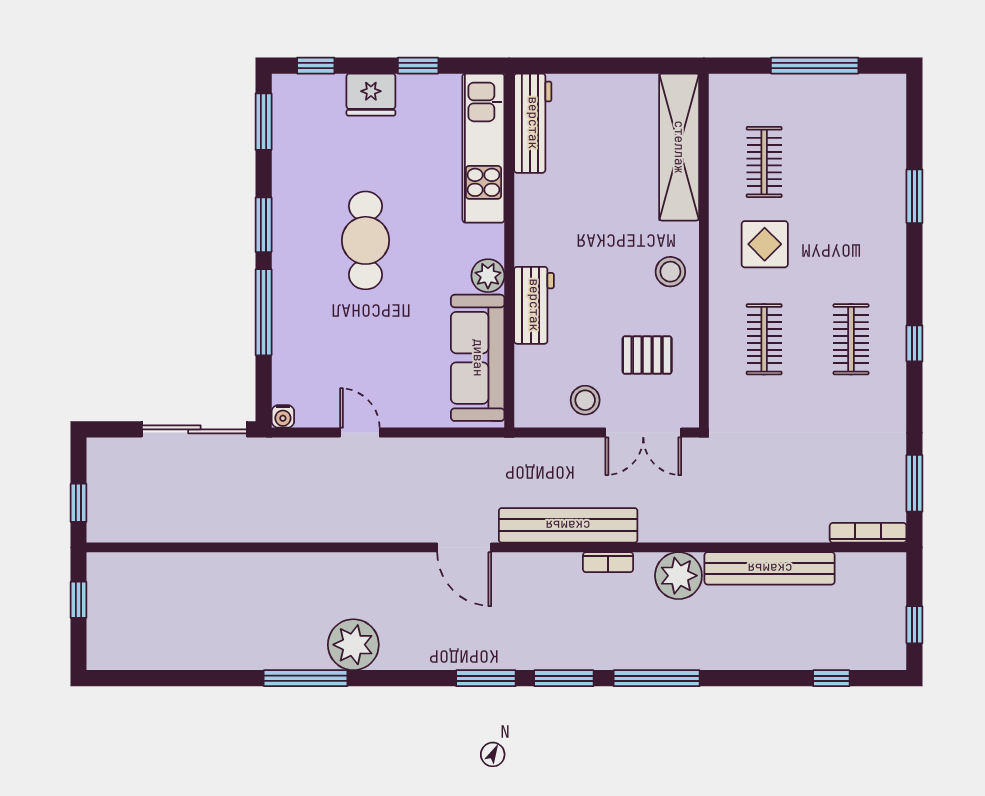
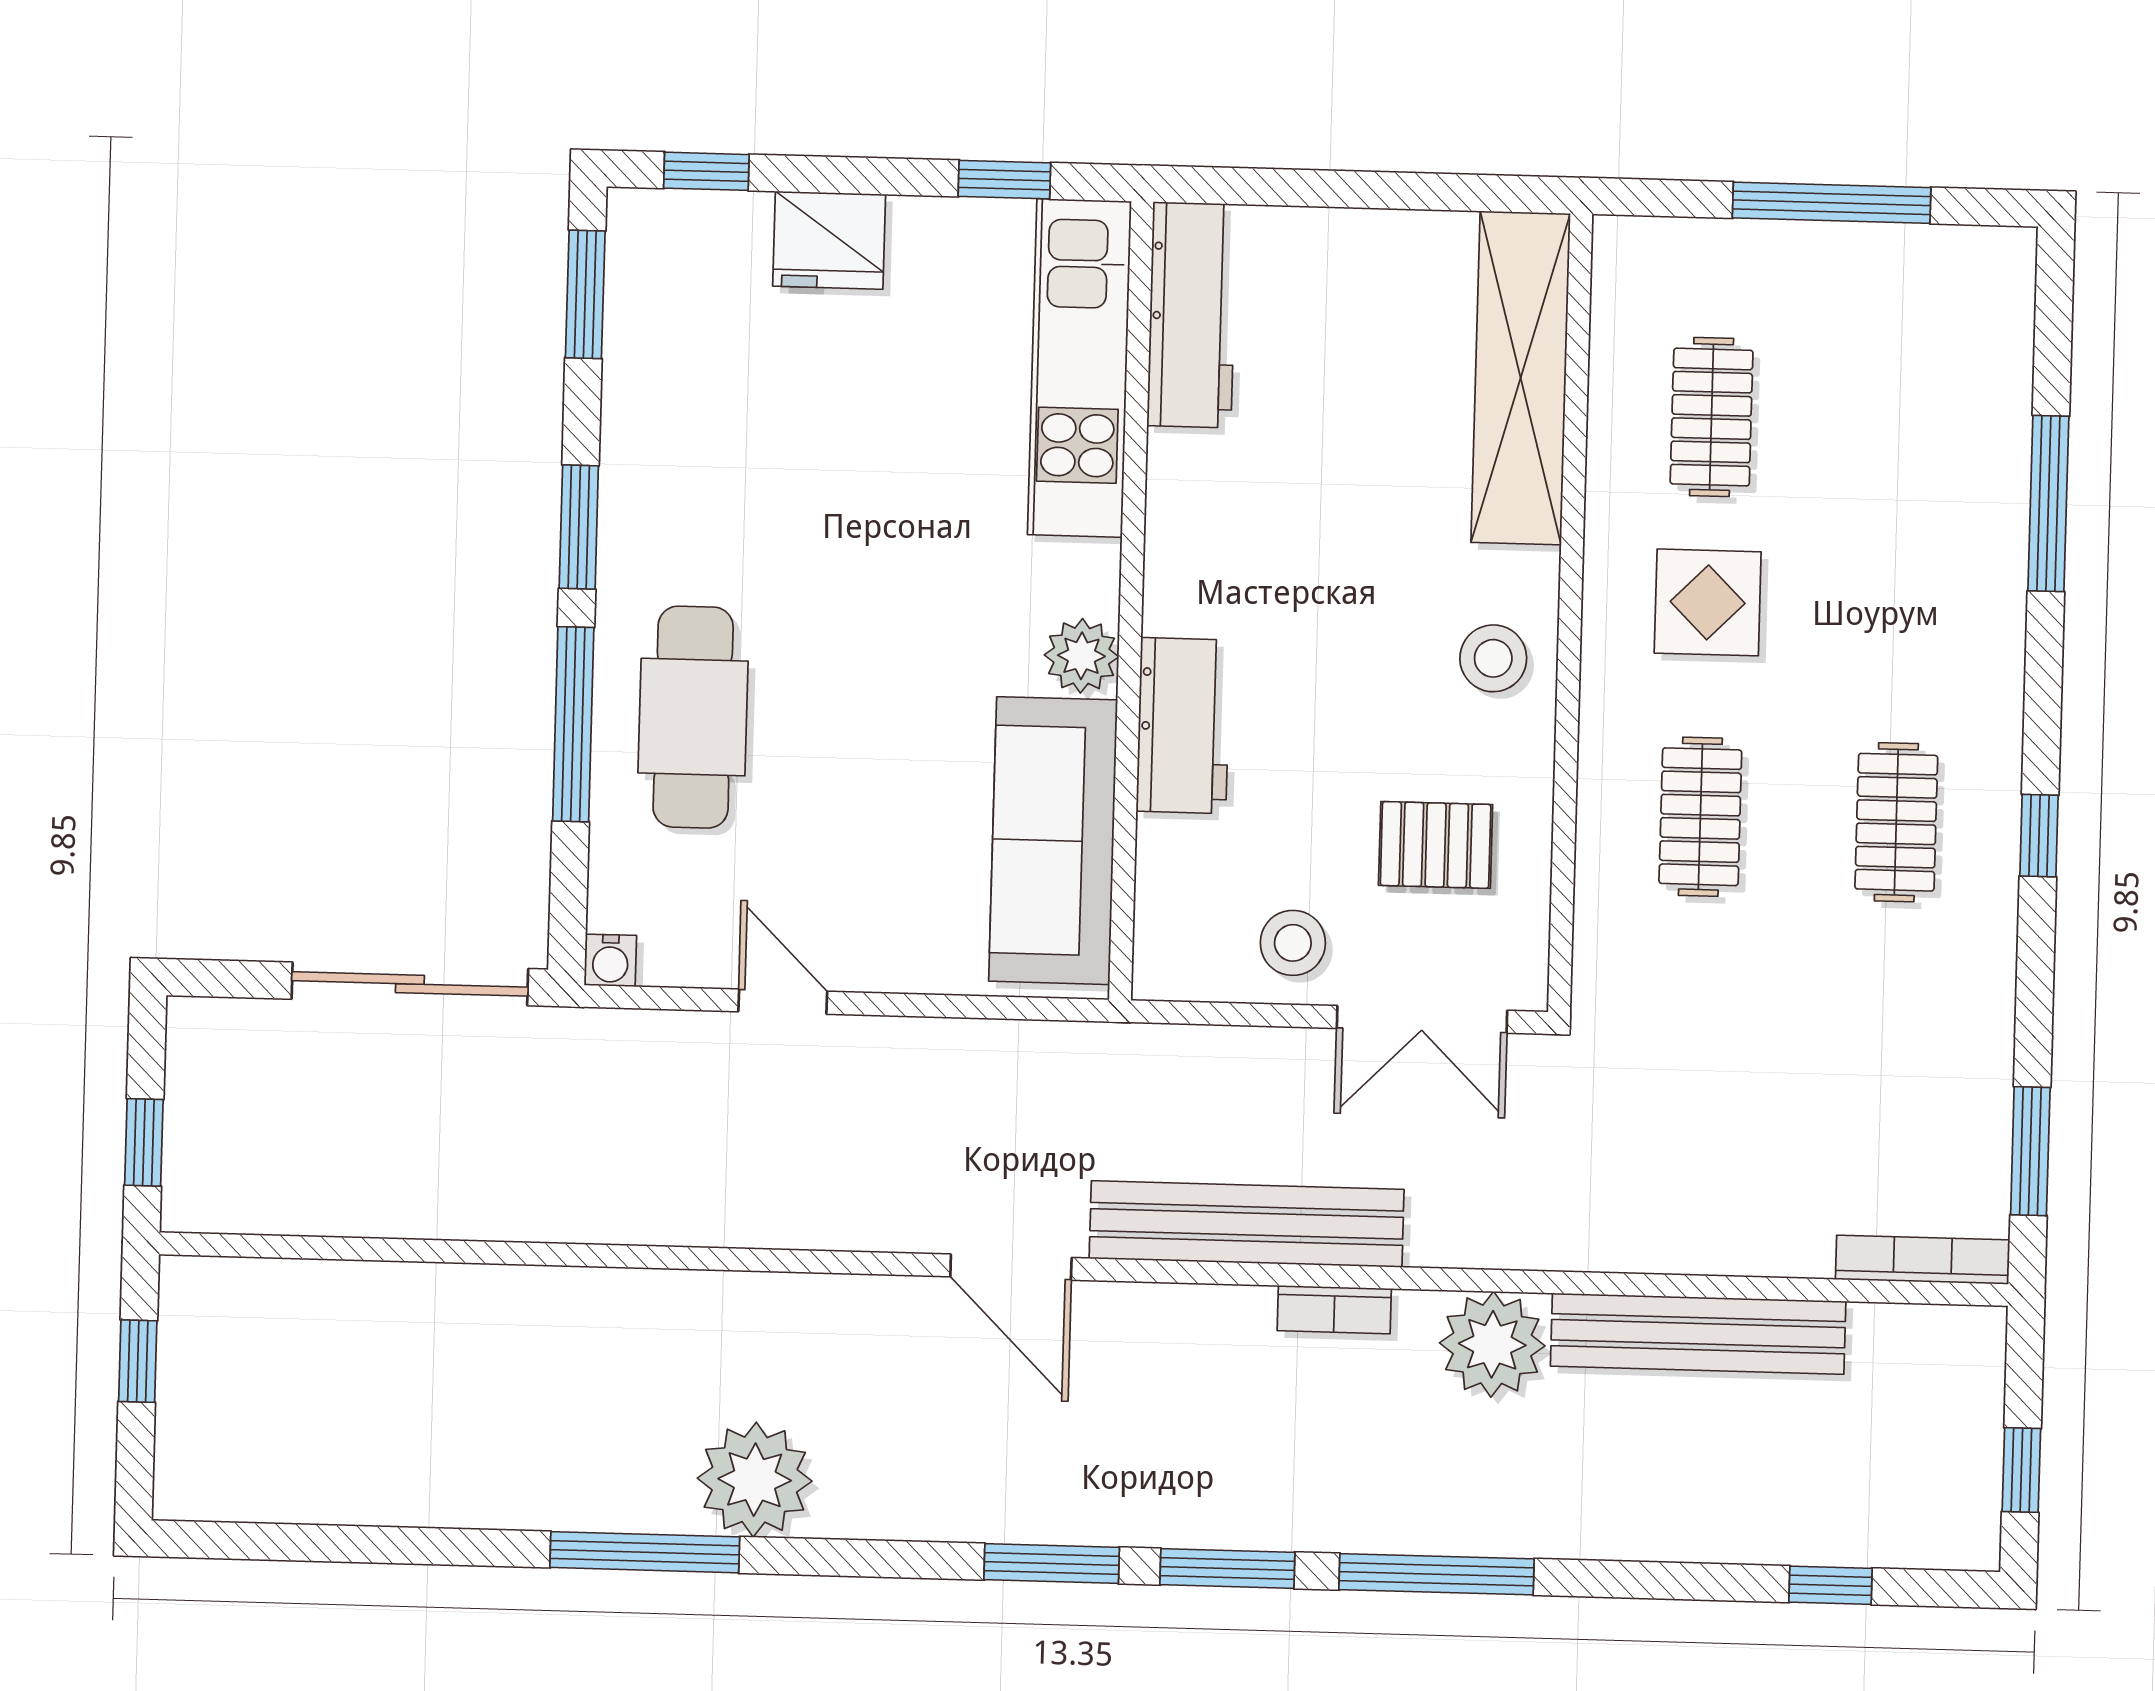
window: (418, 66) -> (1004, 180), moved
window: (914, 196) -> (2048, 504), width x1.44
cafe table: (365, 240) -> (693, 717), moved

